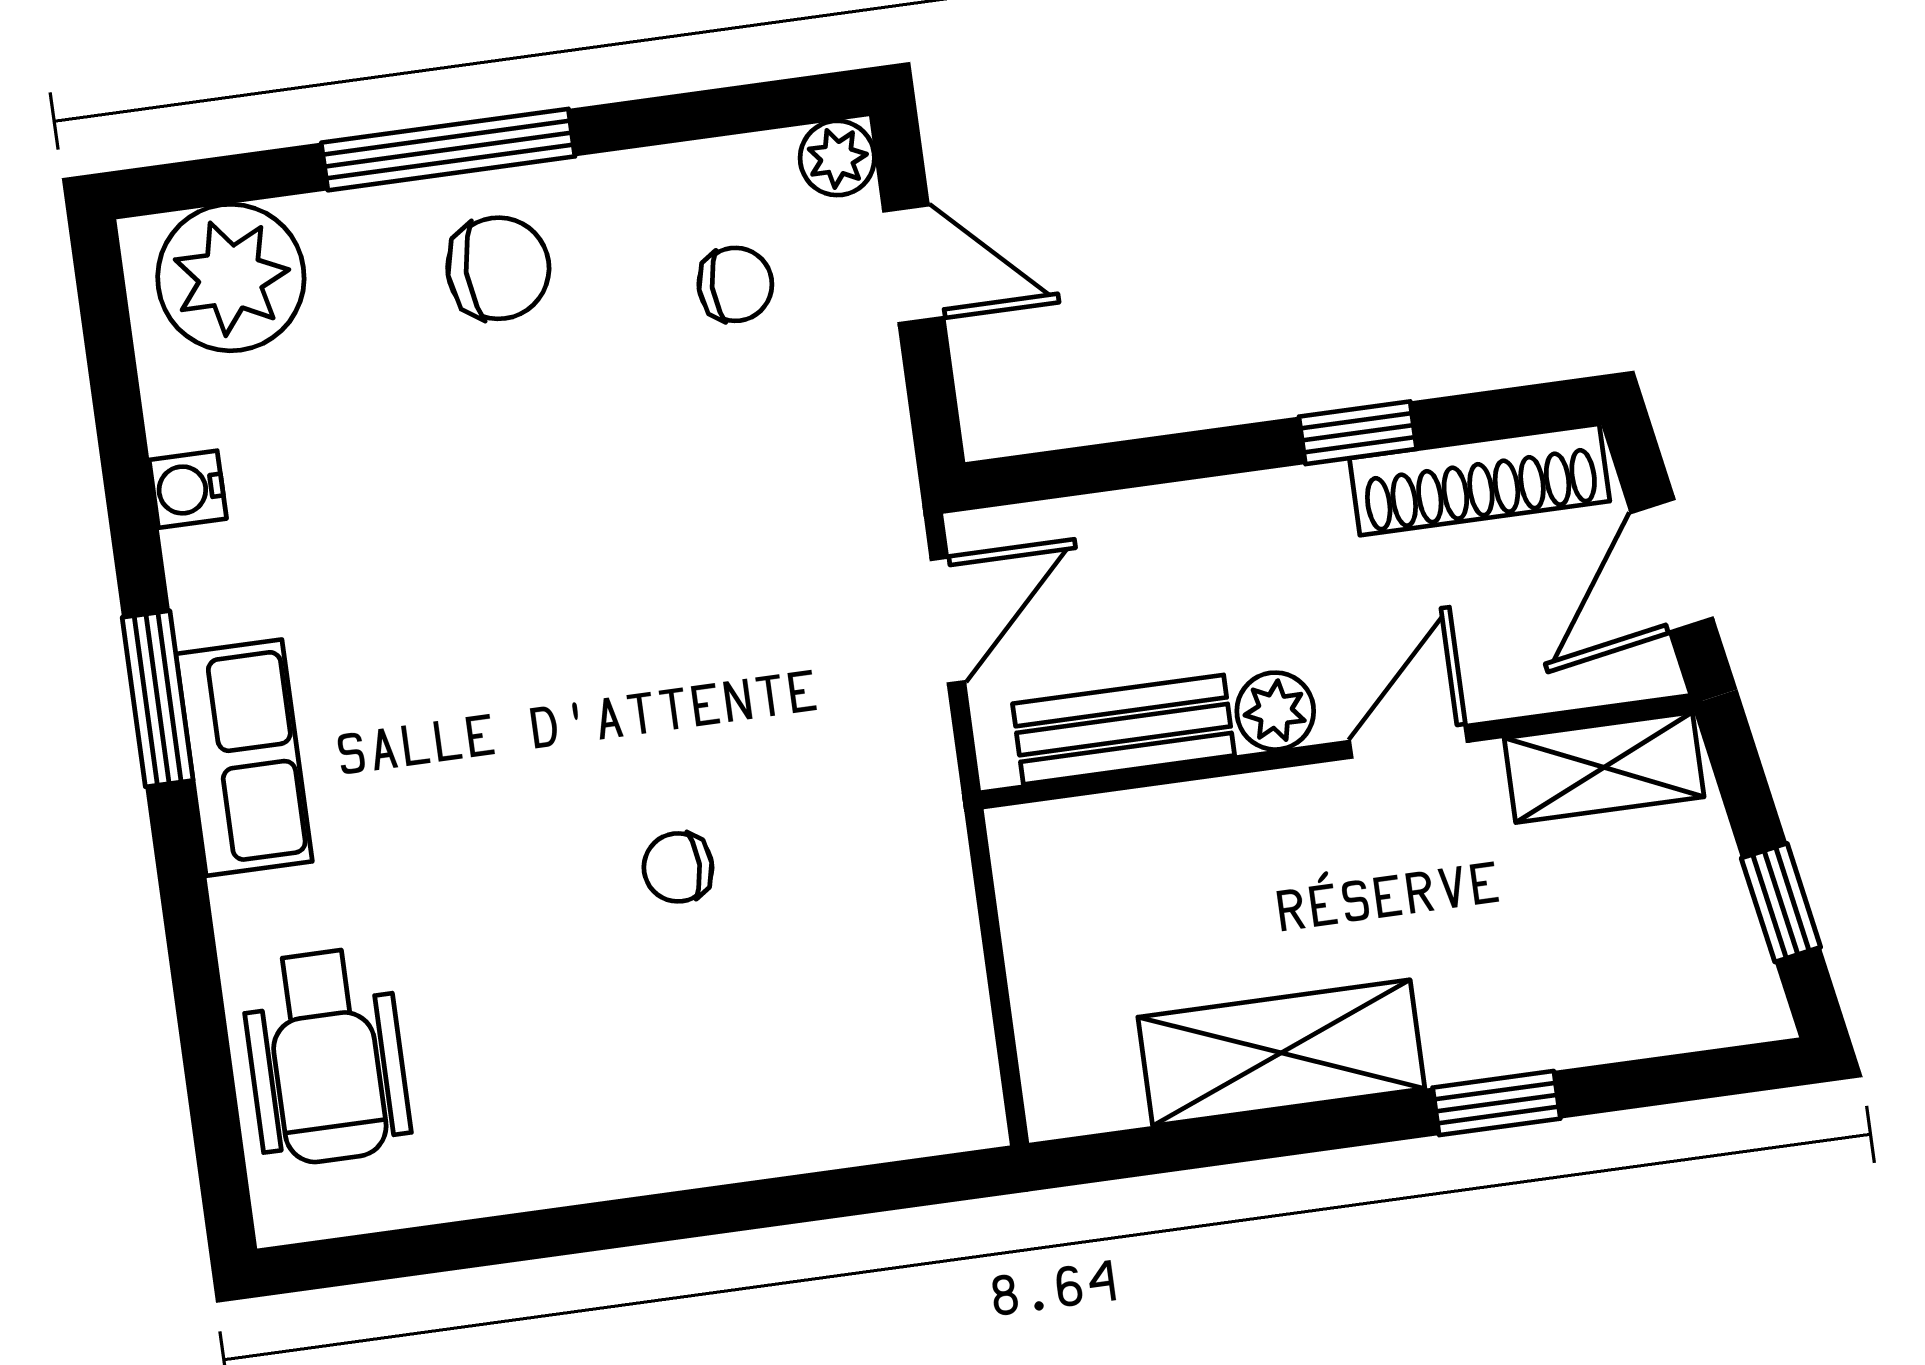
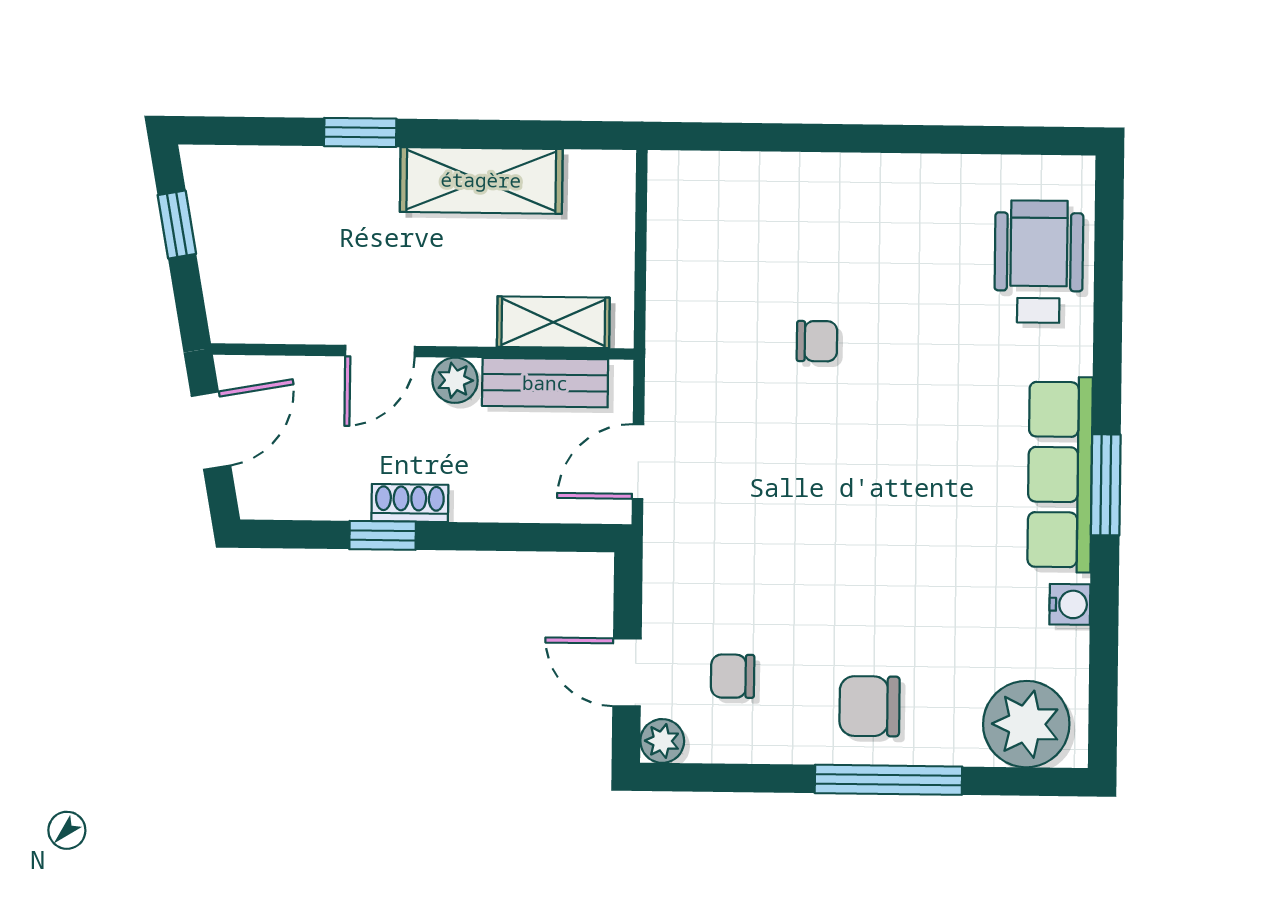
shoe rack: (1480, 480) -> (410, 503), moved, width x0.51, depth x0.81
row of seats: (244, 758) -> (1060, 475), width x1.48
shelving: (1604, 767) -> (553, 322), moved

